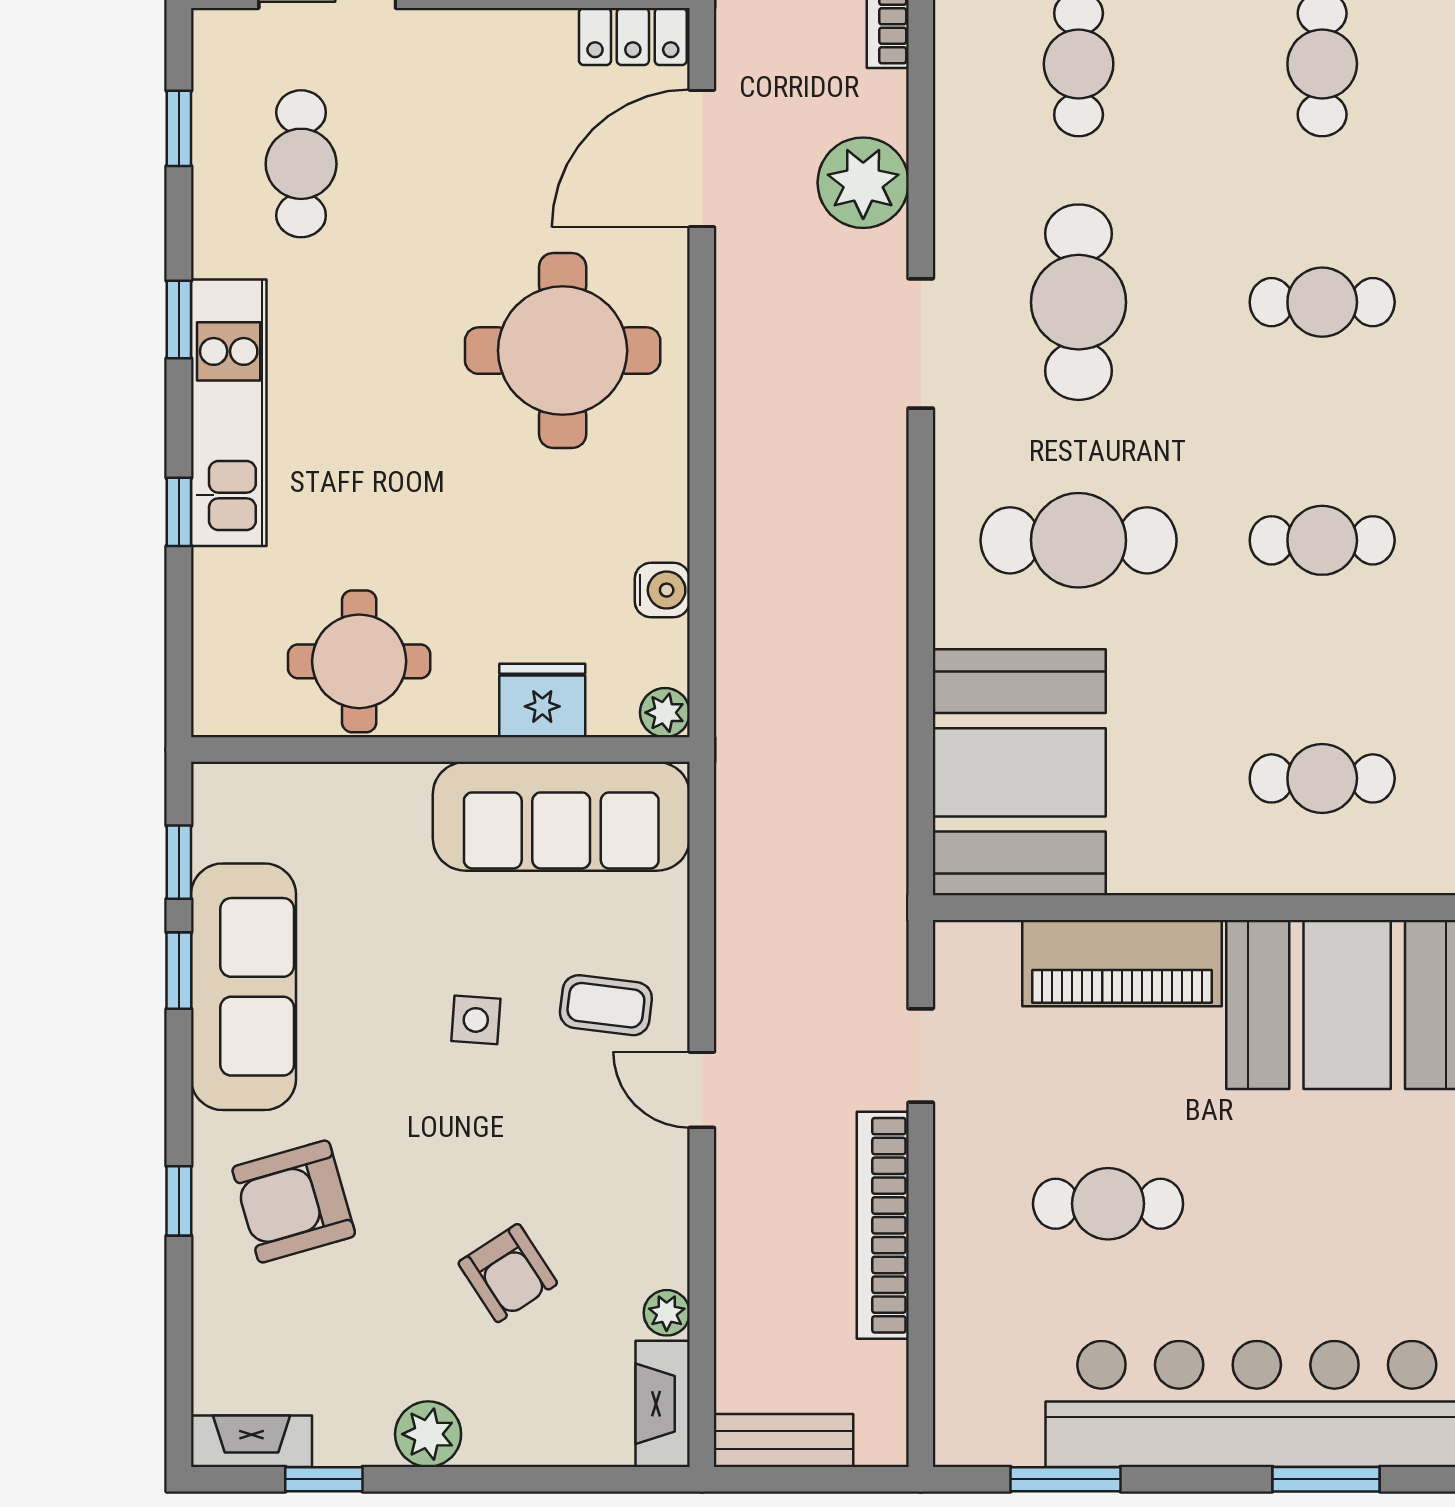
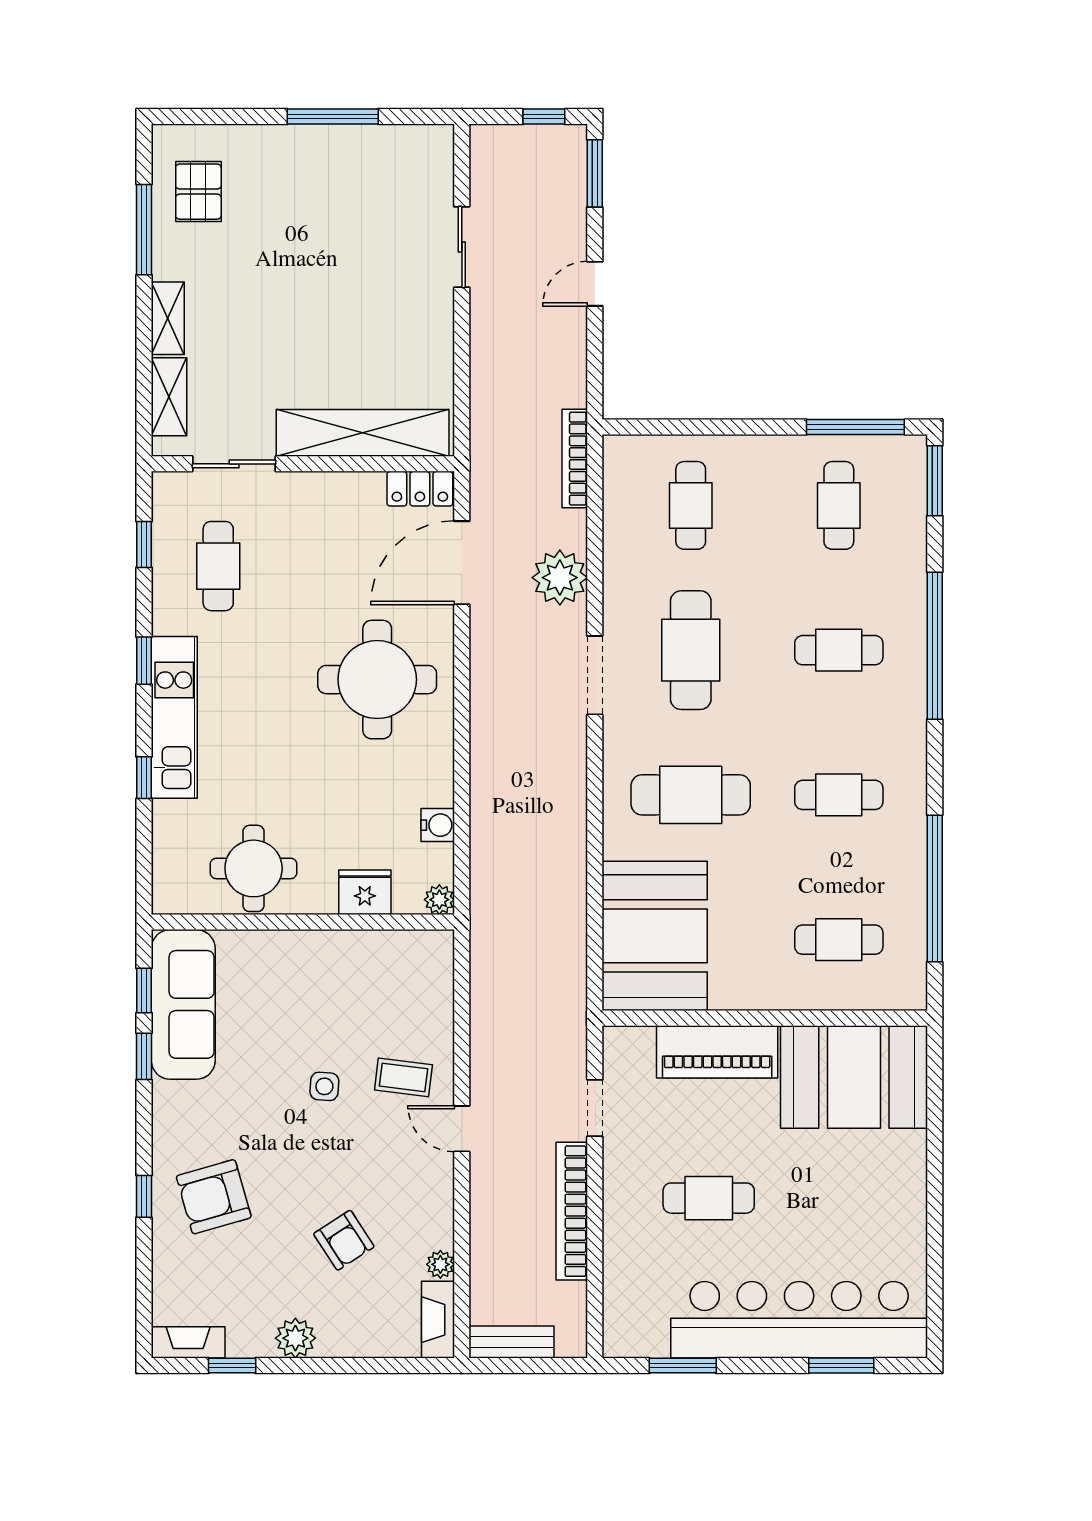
sofa: (561, 816) -> (376, 963), removed
sofa: (244, 987) -> (183, 1004), moved

